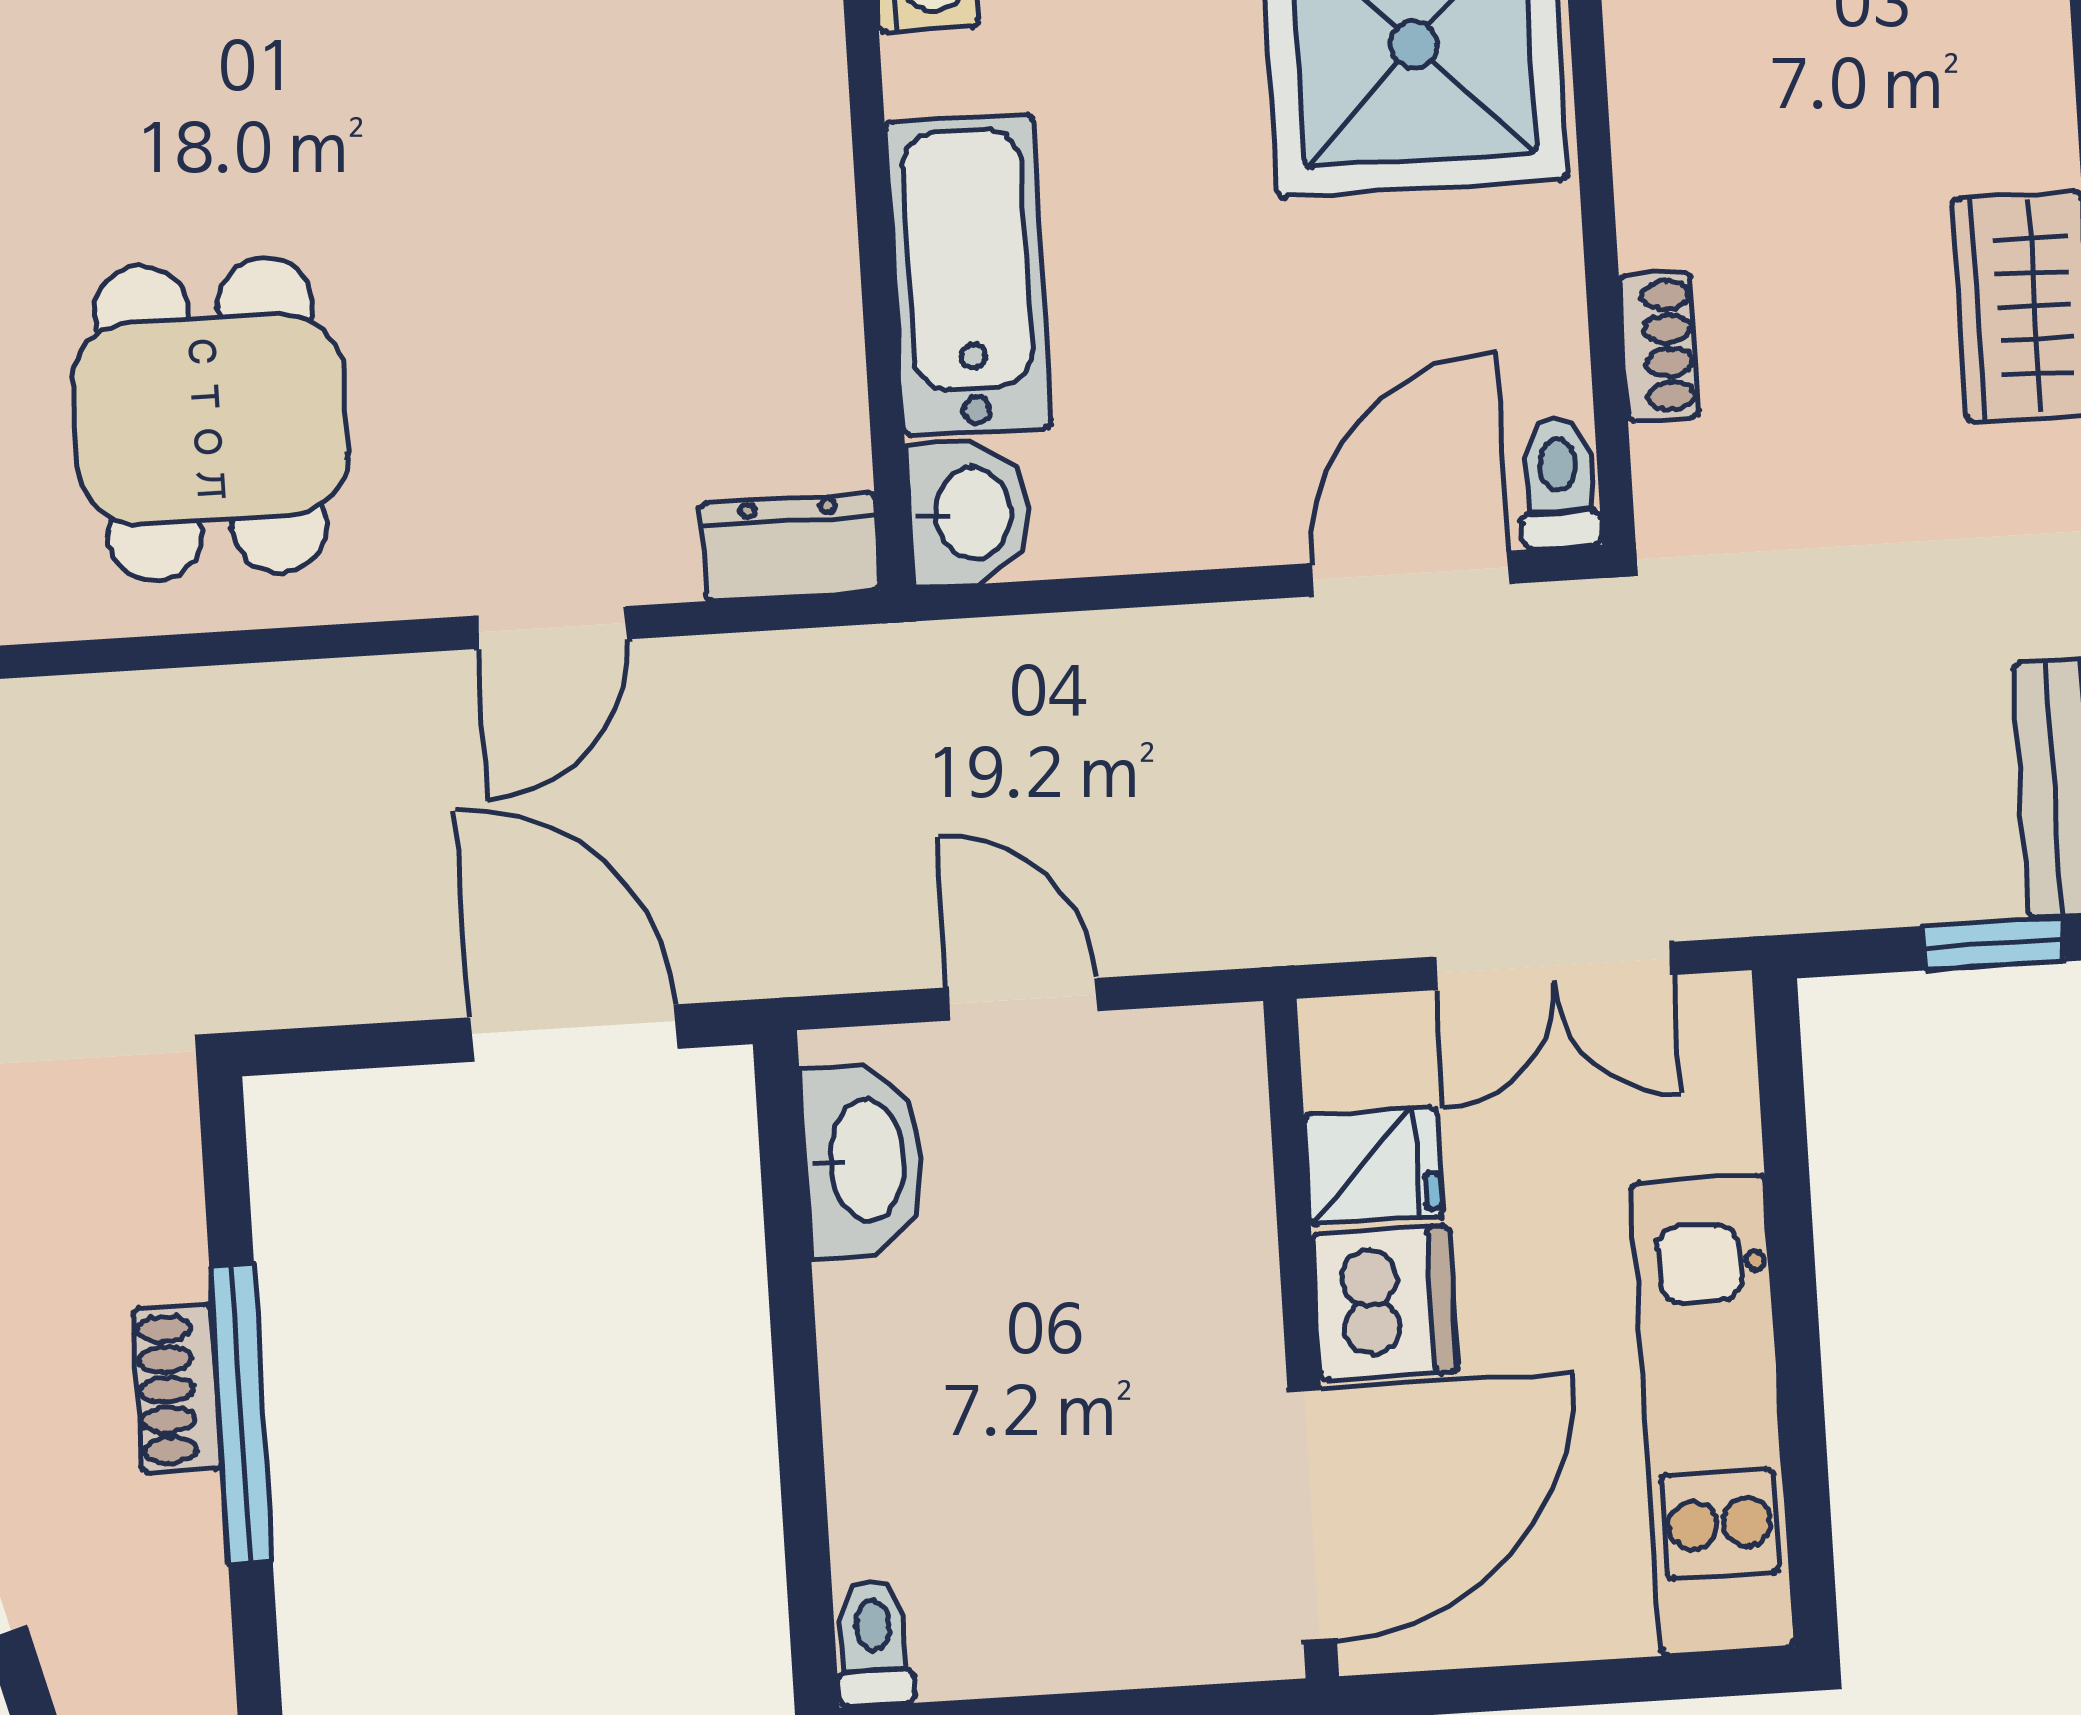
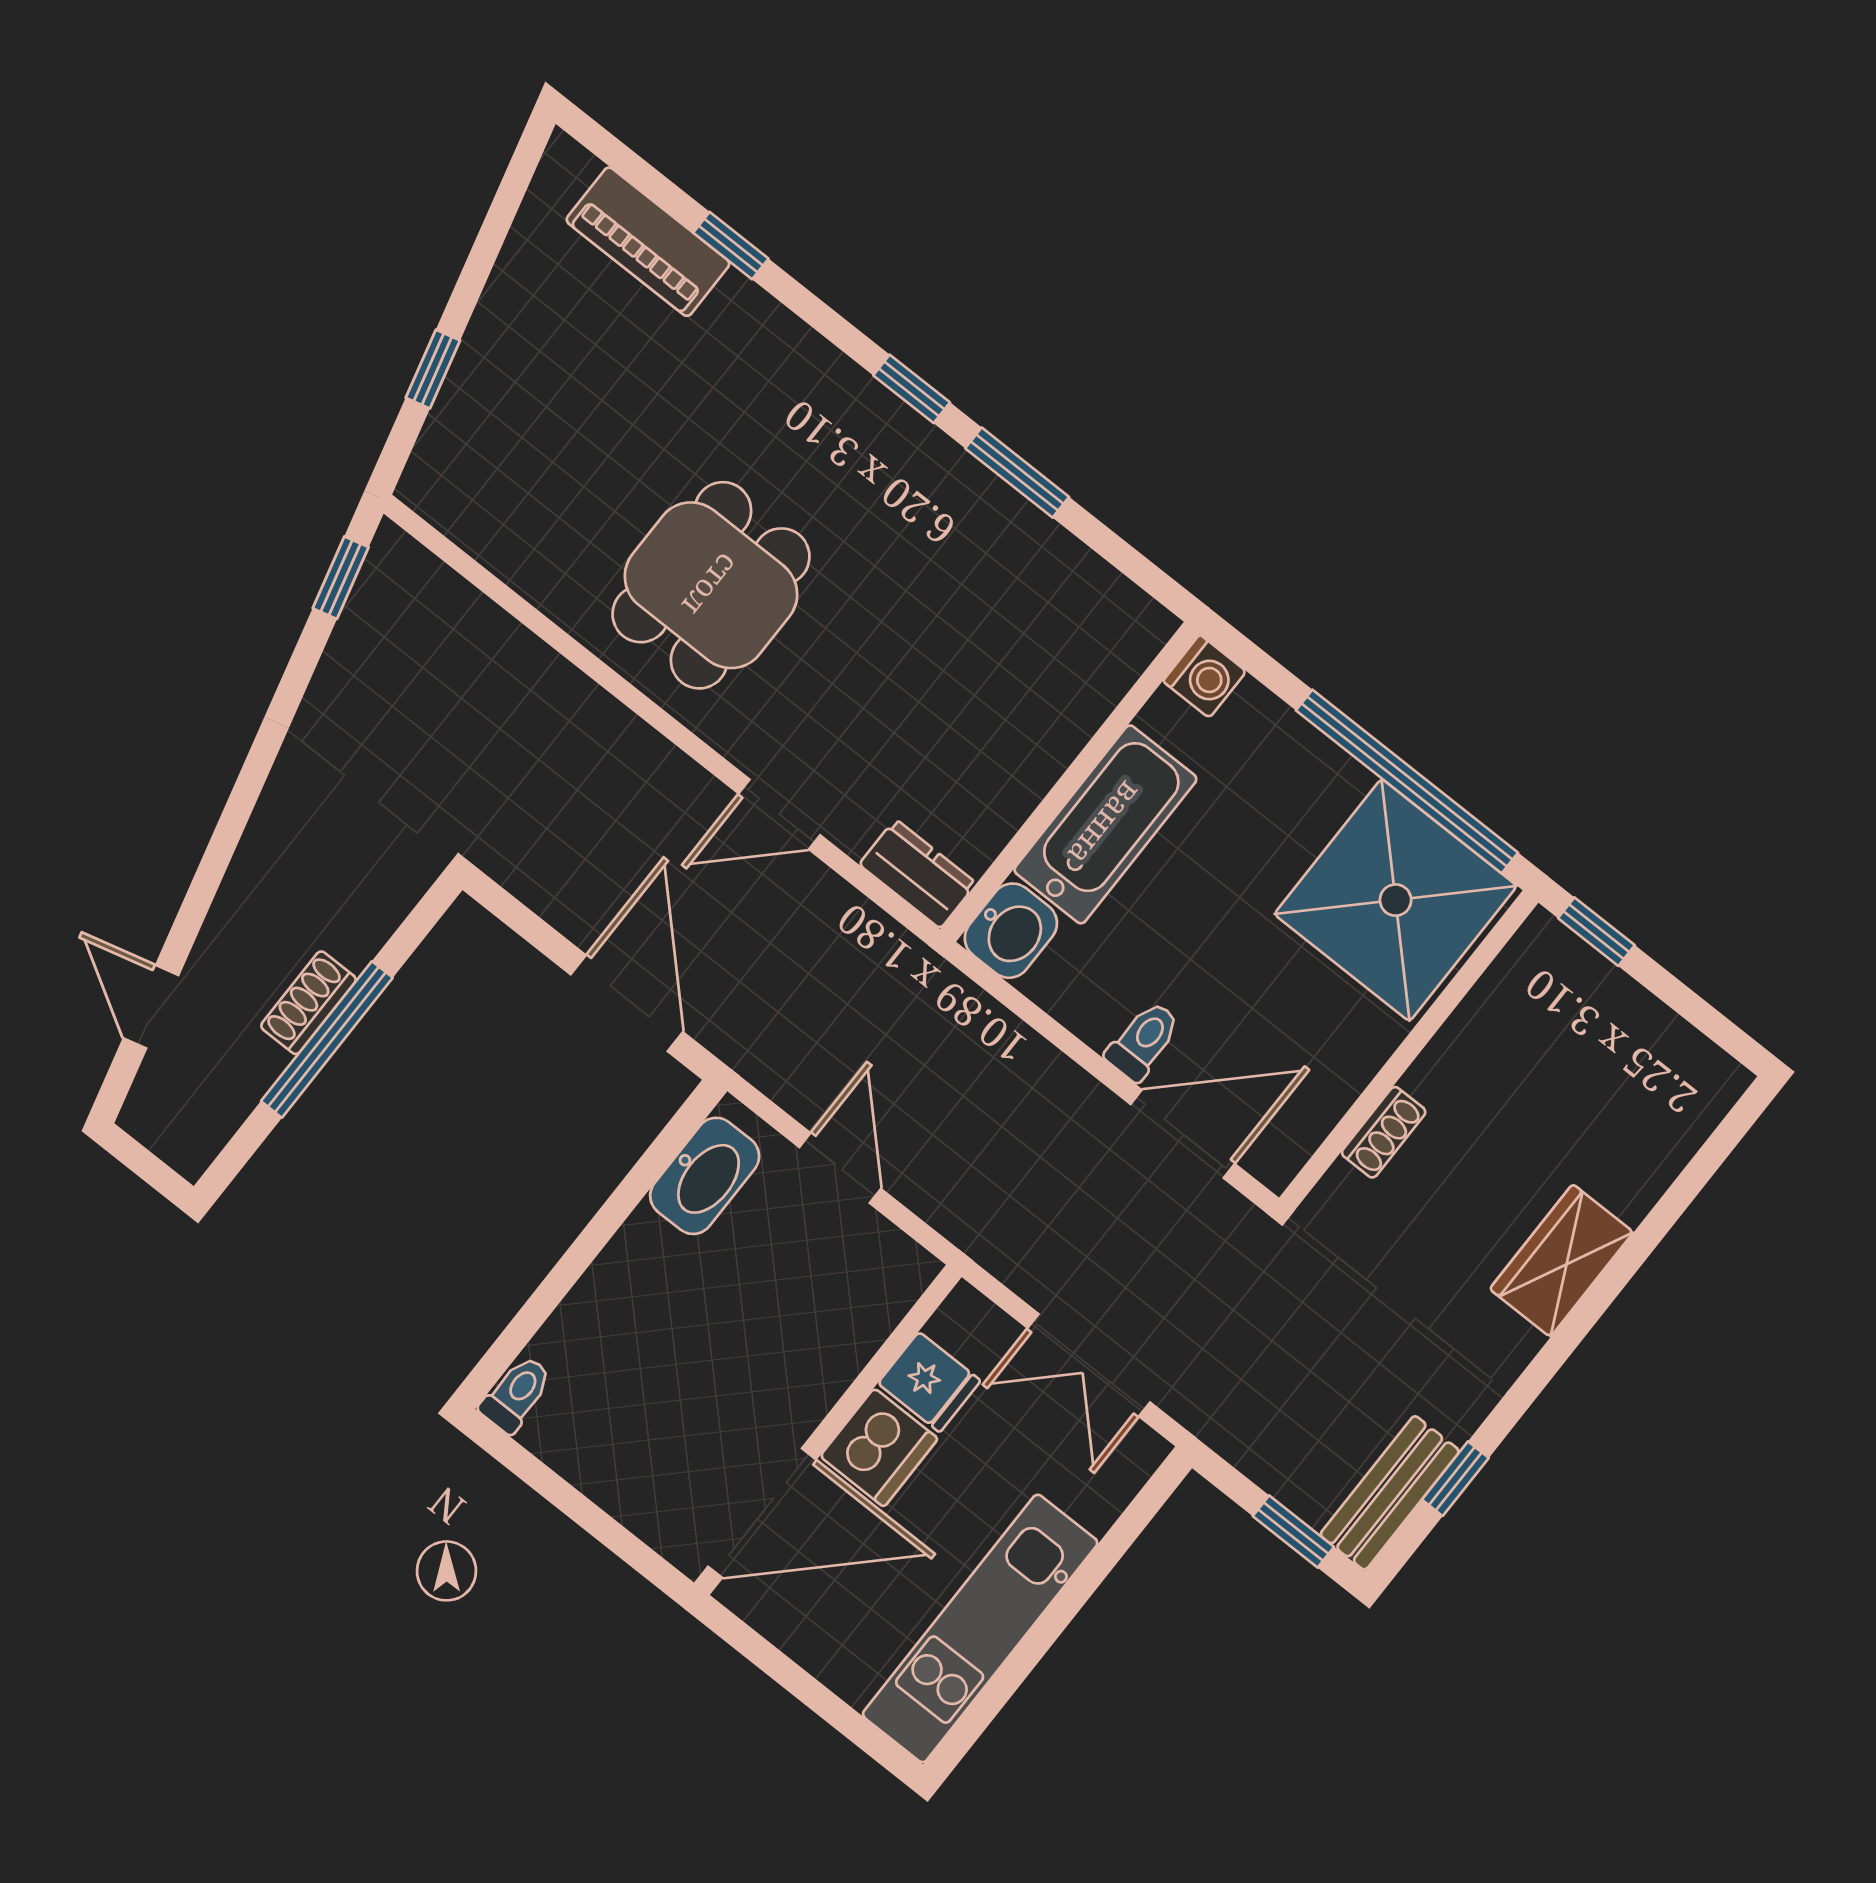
toilet: (1559, 483) -> (1143, 1041), moved

